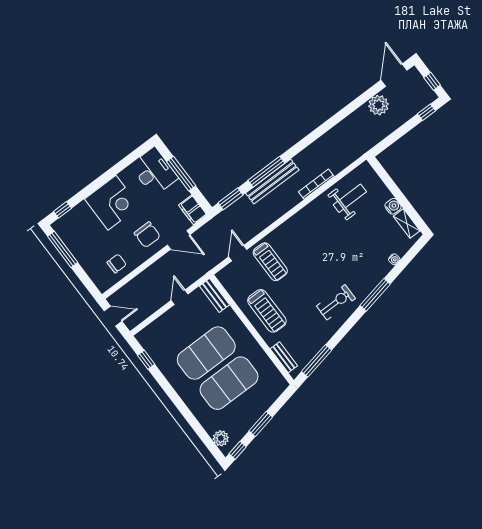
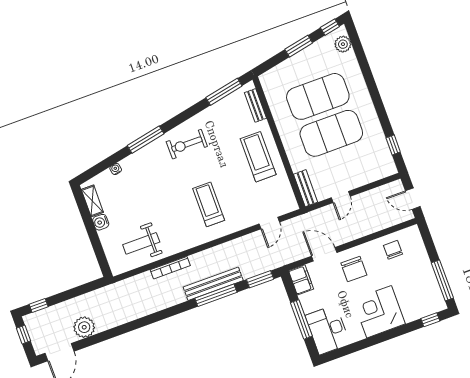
chair: (147, 235) -> (354, 269), turned 180
treadmill: (270, 262) -> (209, 204), moved
chair: (117, 263) -> (393, 250), turned 90

